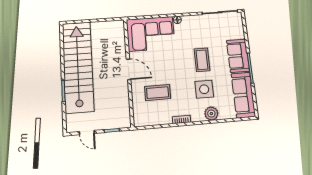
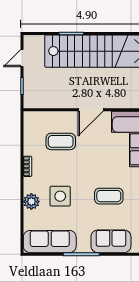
sofa: (238, 56) -> (111, 241), moved
coffee table: (202, 60) -> (109, 196), moved
coffee table: (158, 93) -> (61, 141), turned 90

